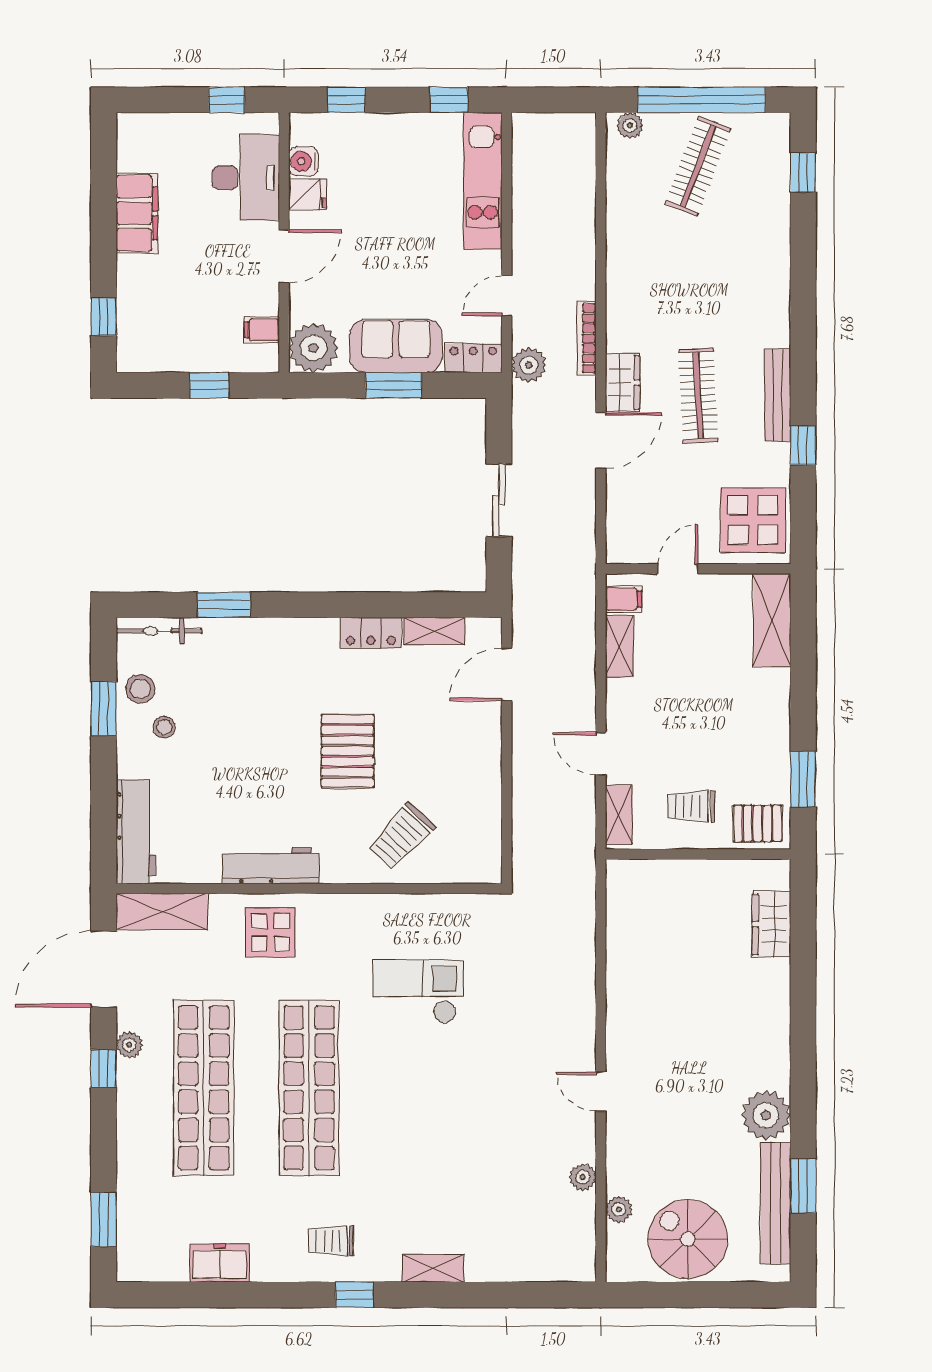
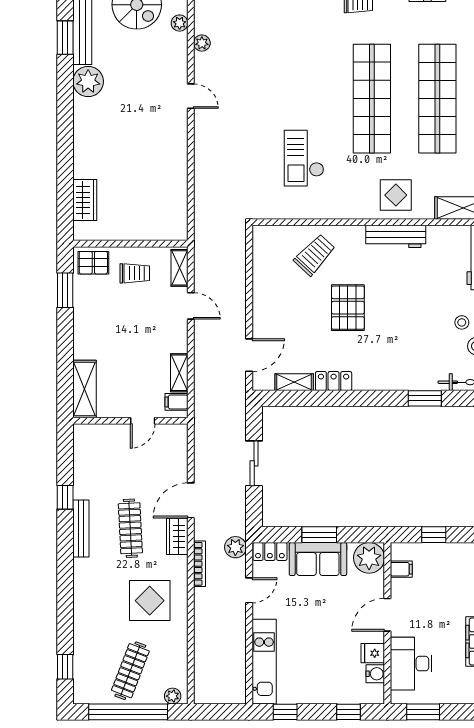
window: (227, 100) -> (423, 712), width x1.50
display table: (753, 520) -> (150, 601), moved
checkout: (418, 992) -> (304, 158), turned 90

